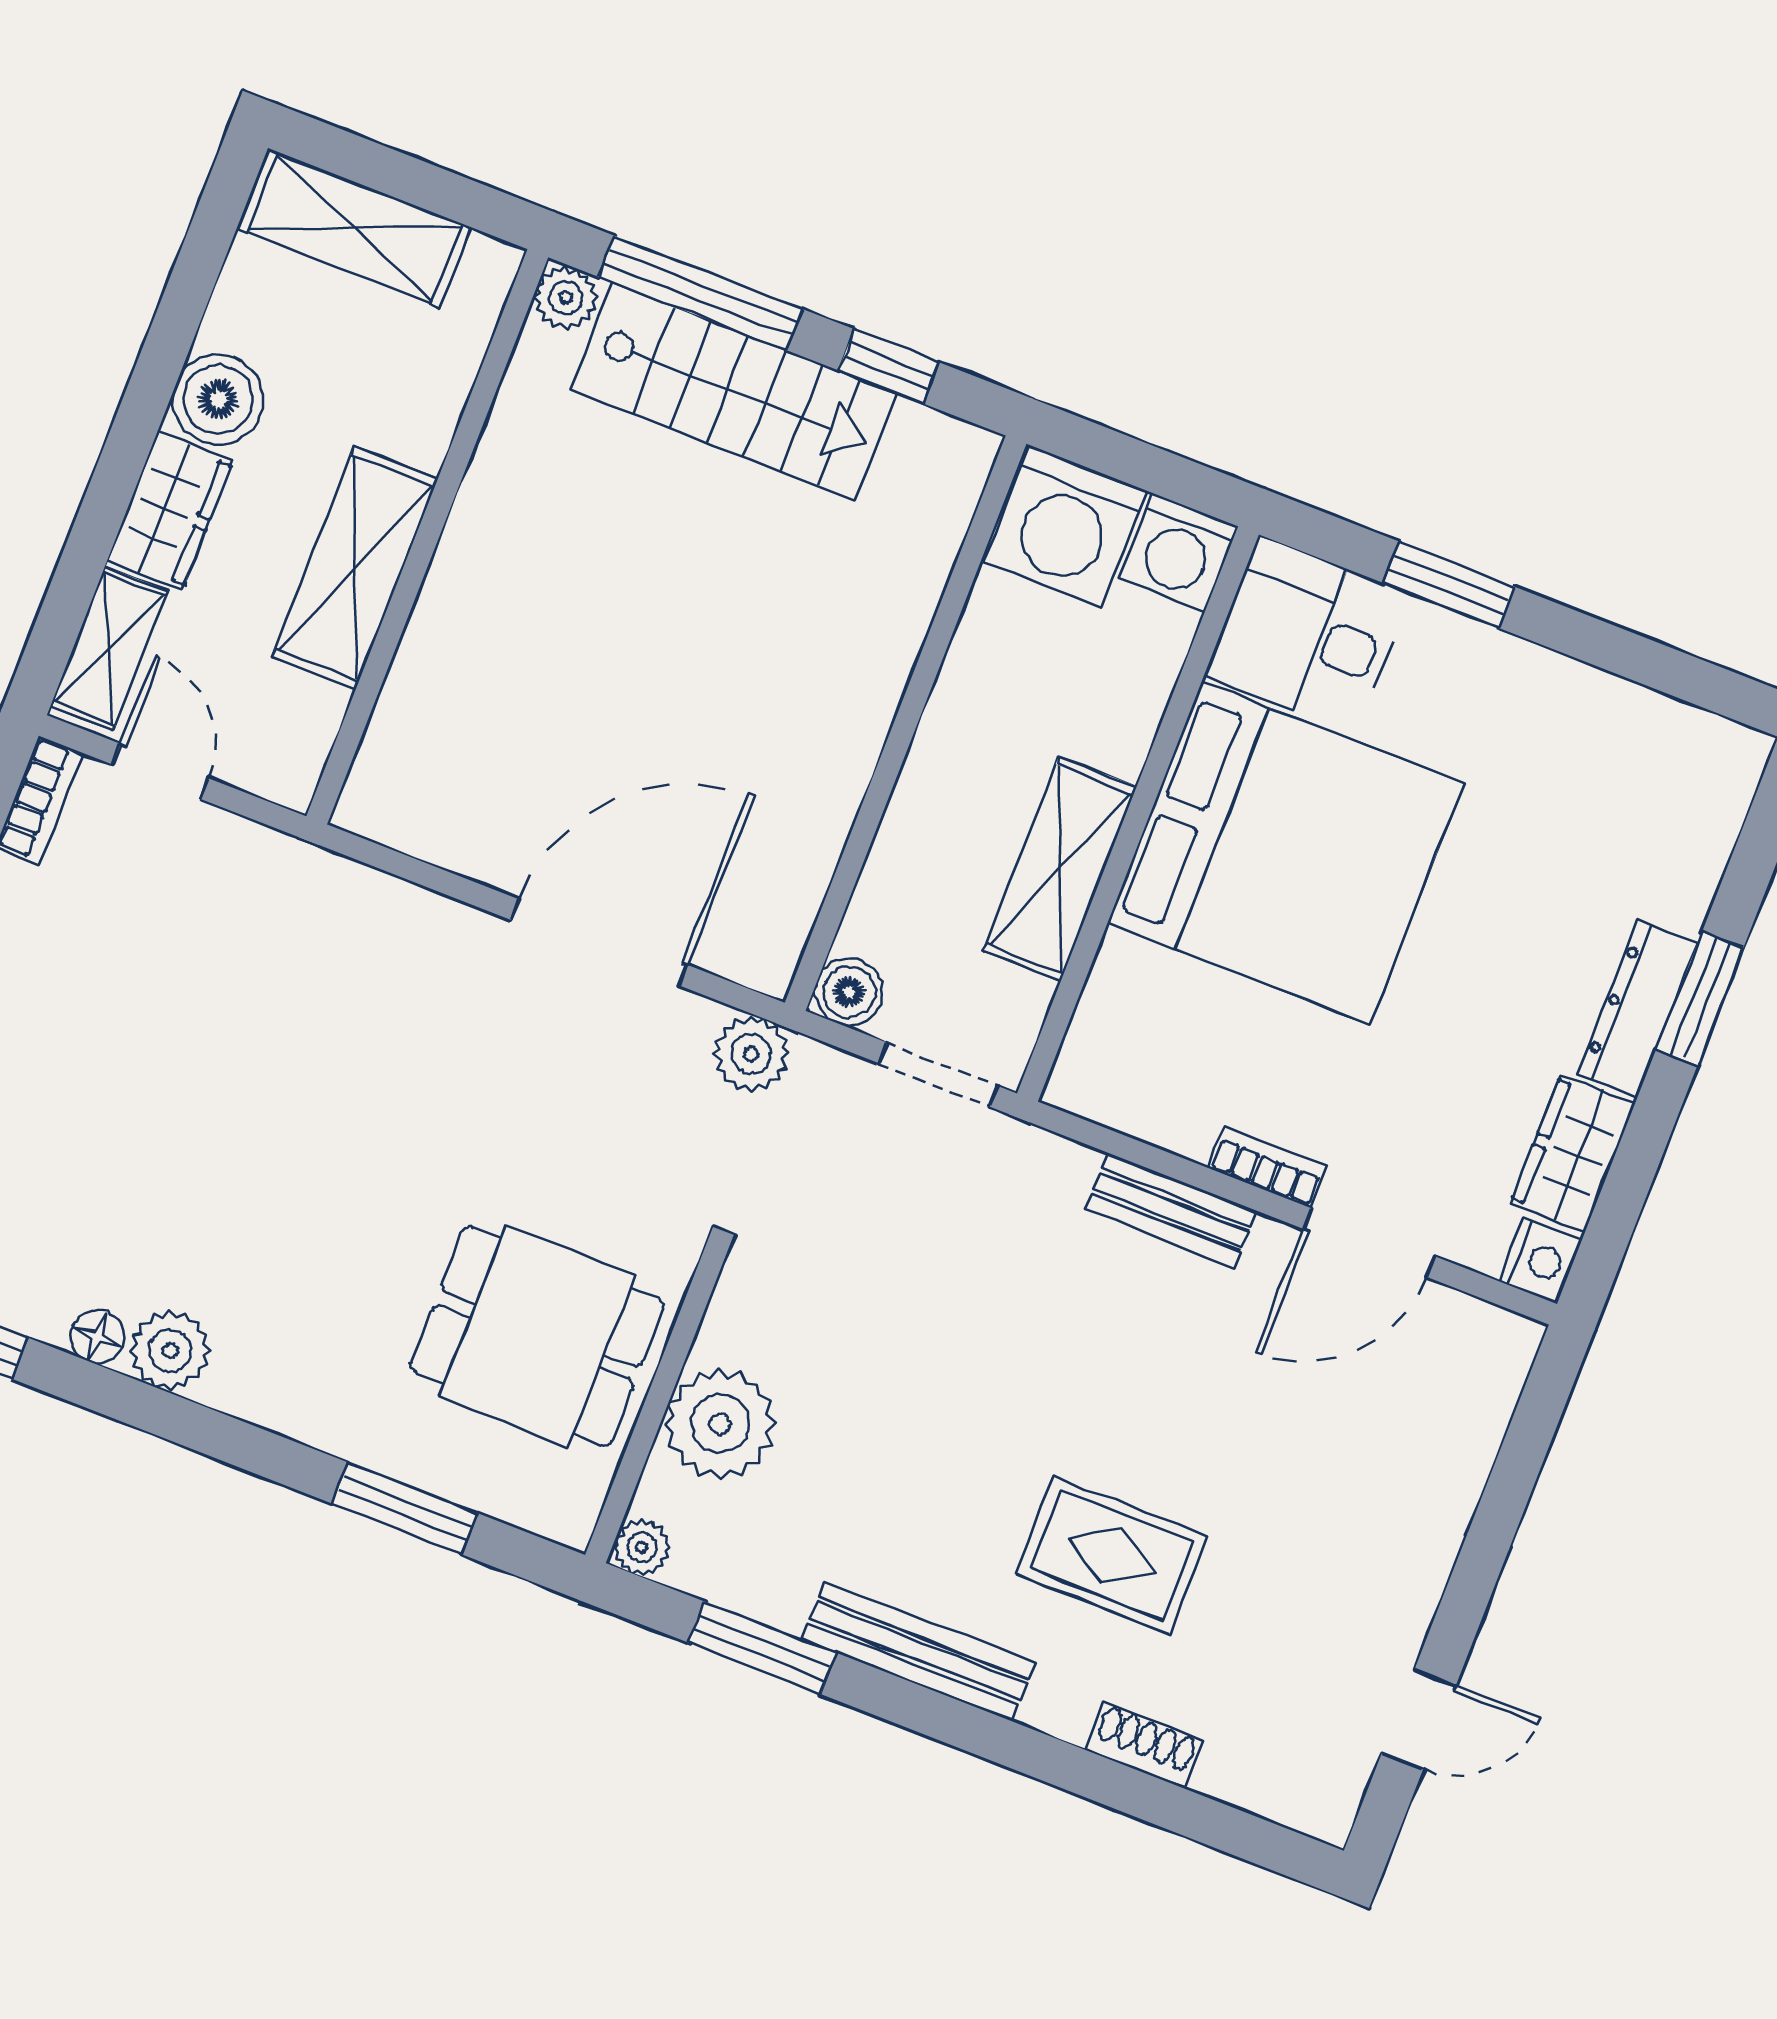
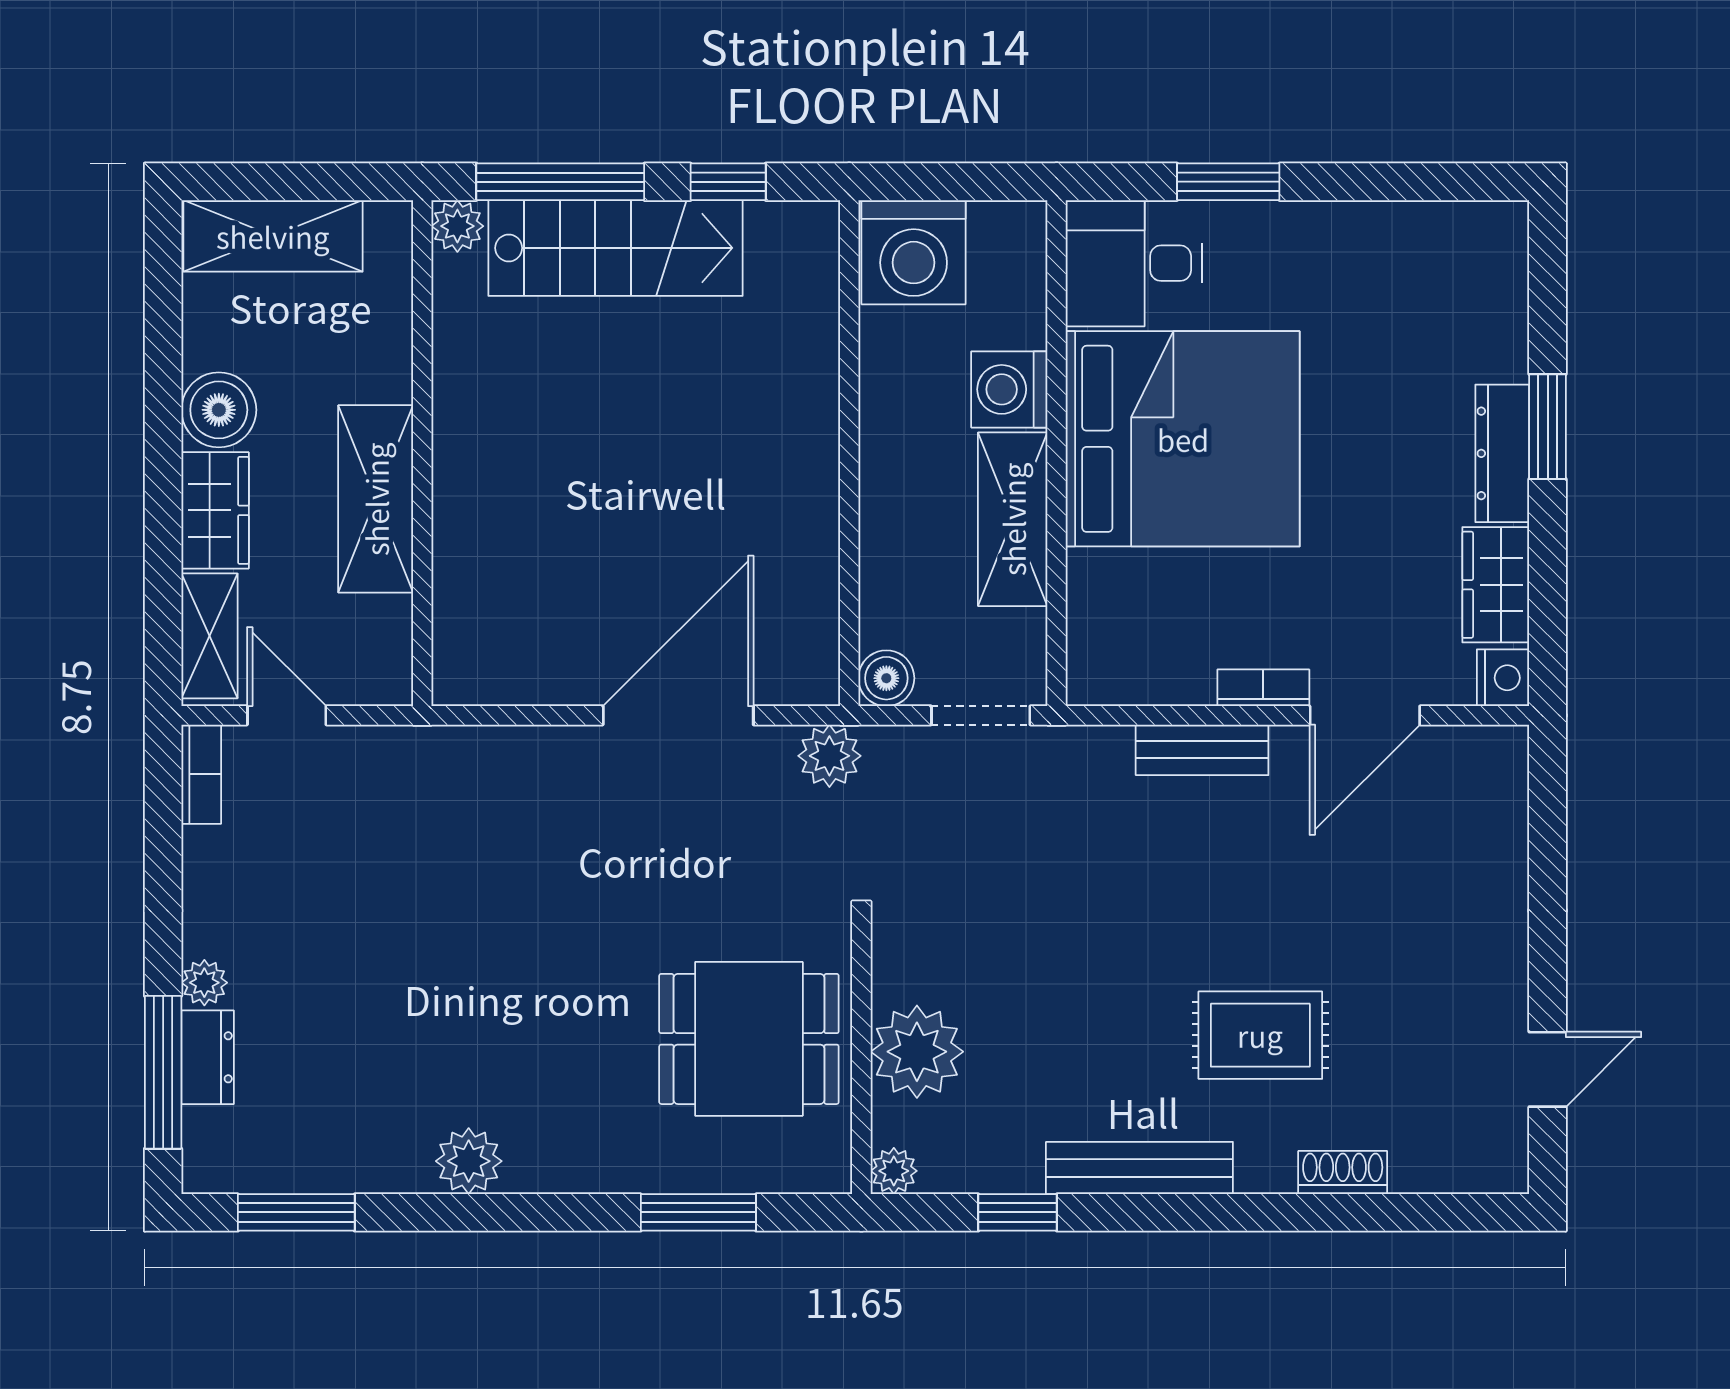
washing machine: (1178, 552) -> (1009, 389), moved, turned 90
floor lamp: (98, 1336) -> (409, 1172), removed
window: (763, 1648) -> (1018, 1212), width x0.67

